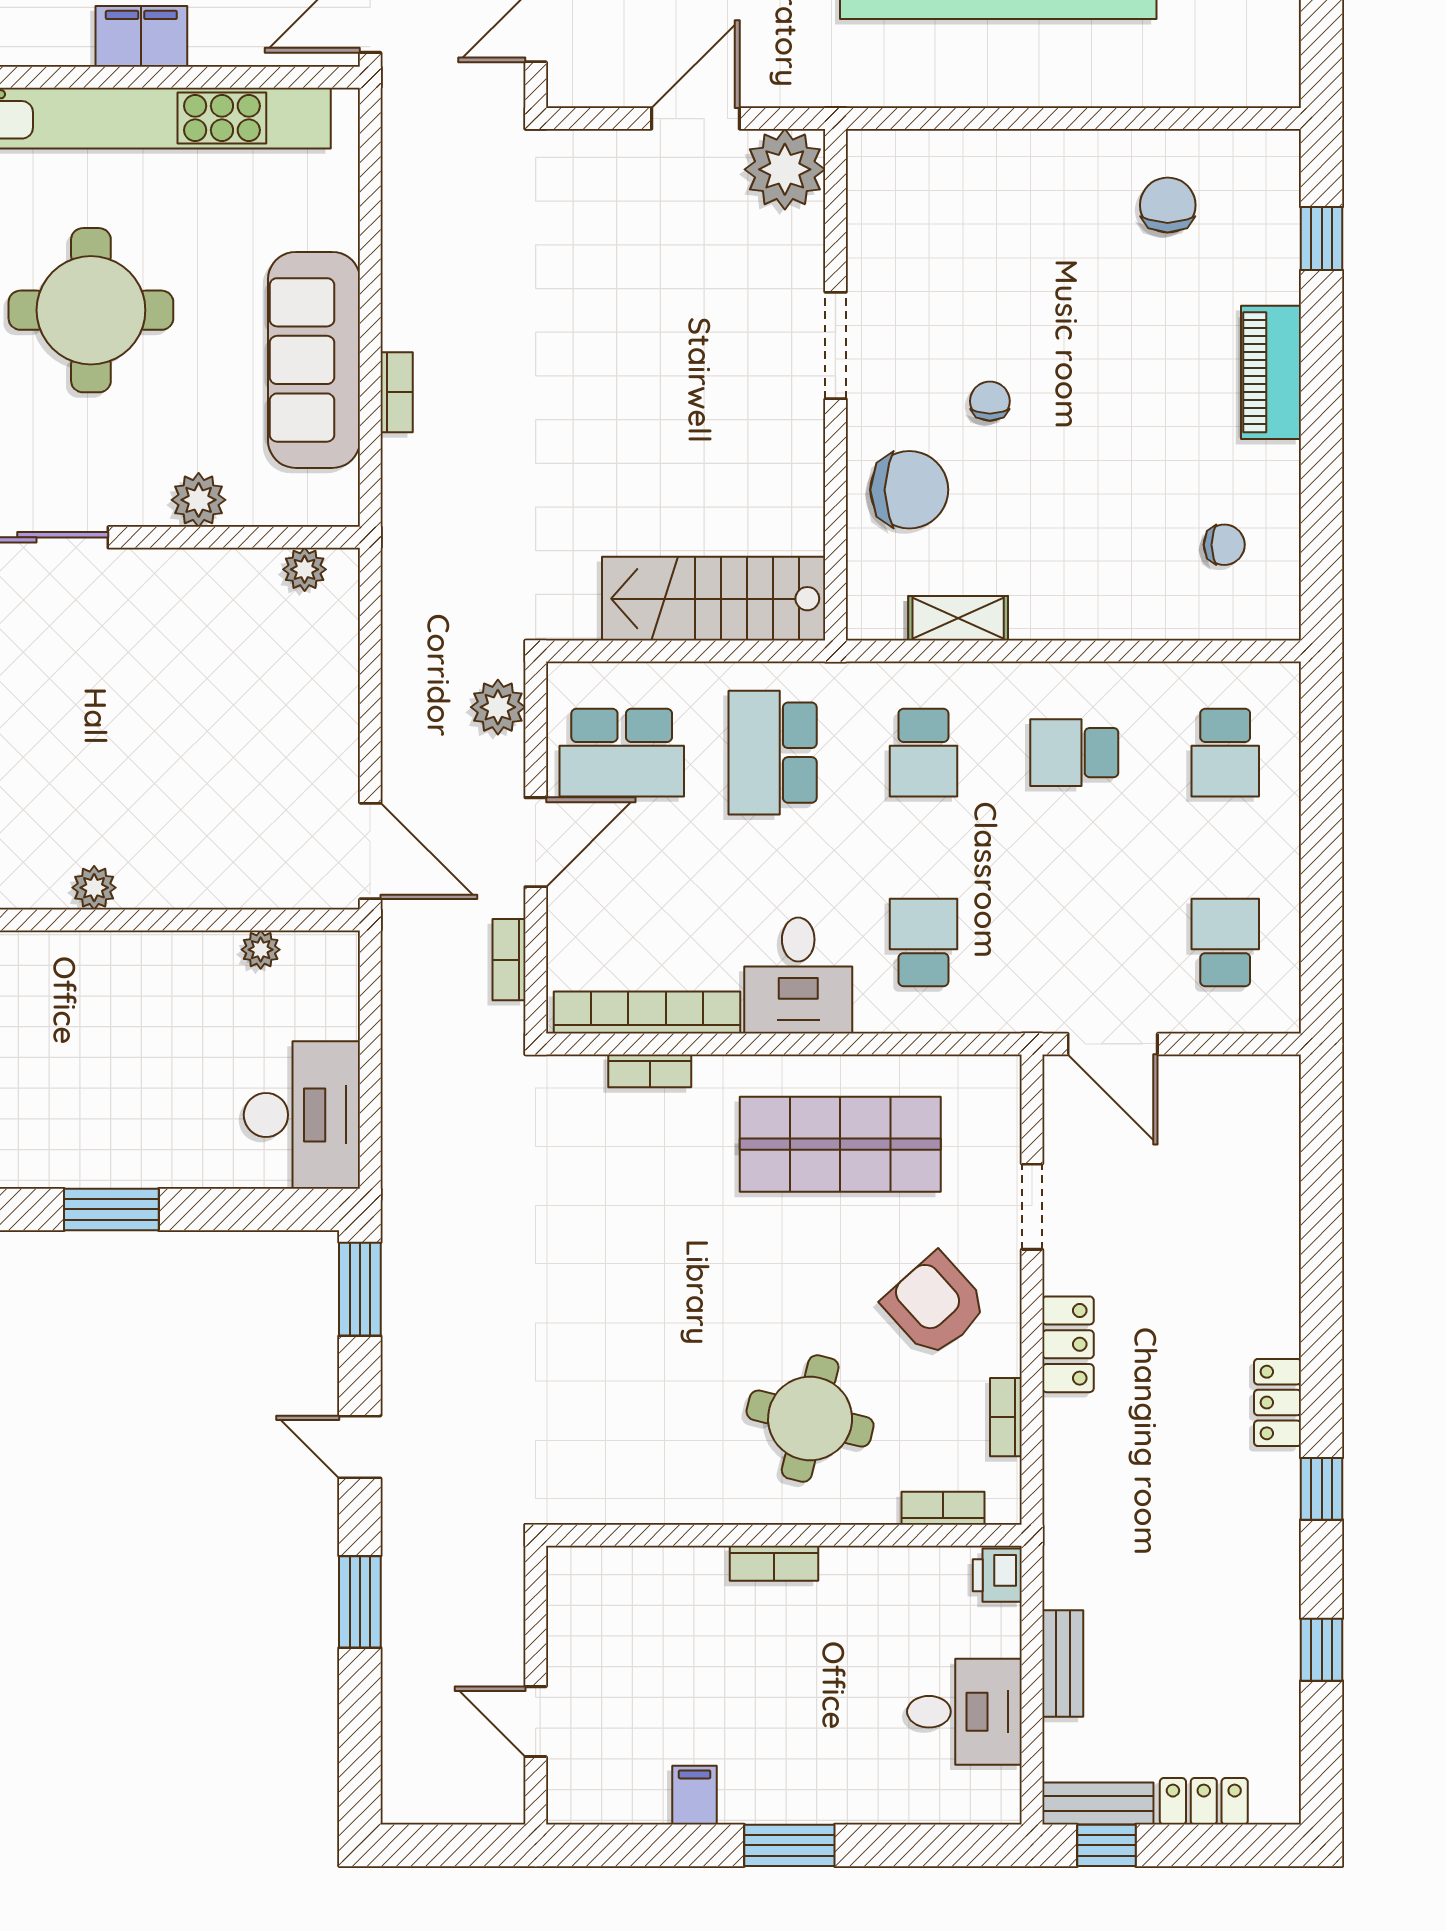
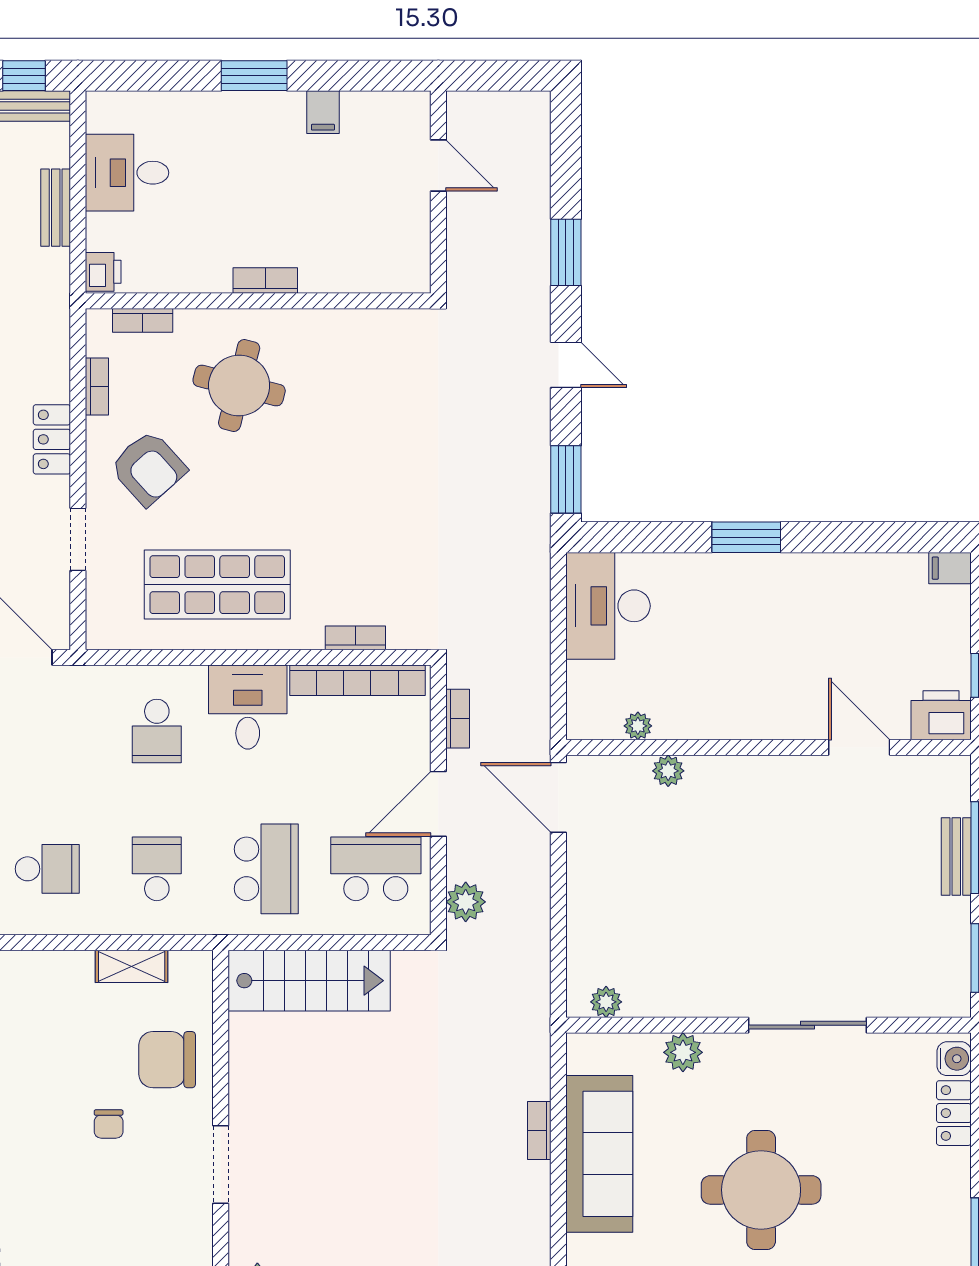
plant: (94, 888) -> (668, 771), moved

